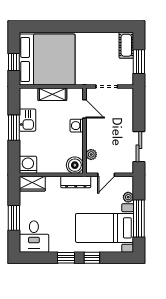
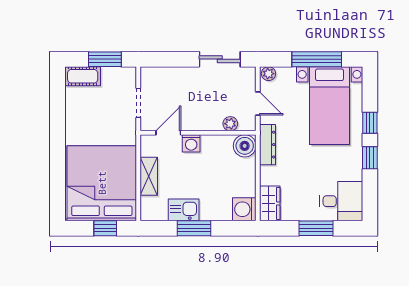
plant: (128, 197) -> (269, 74), moved

